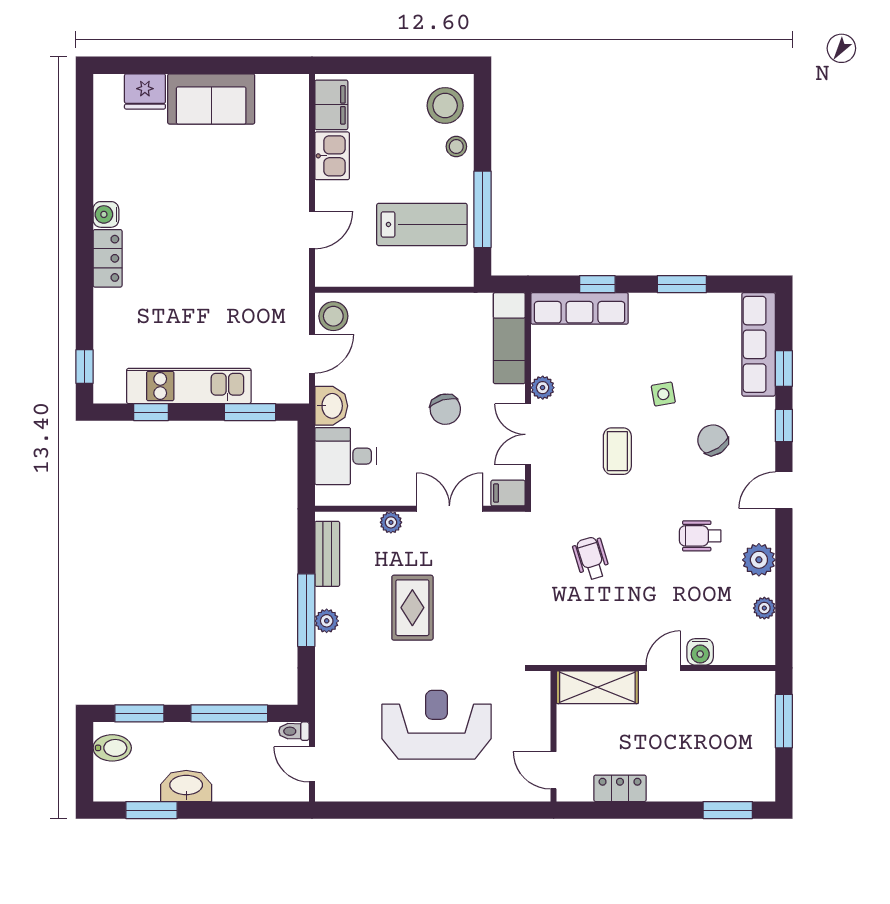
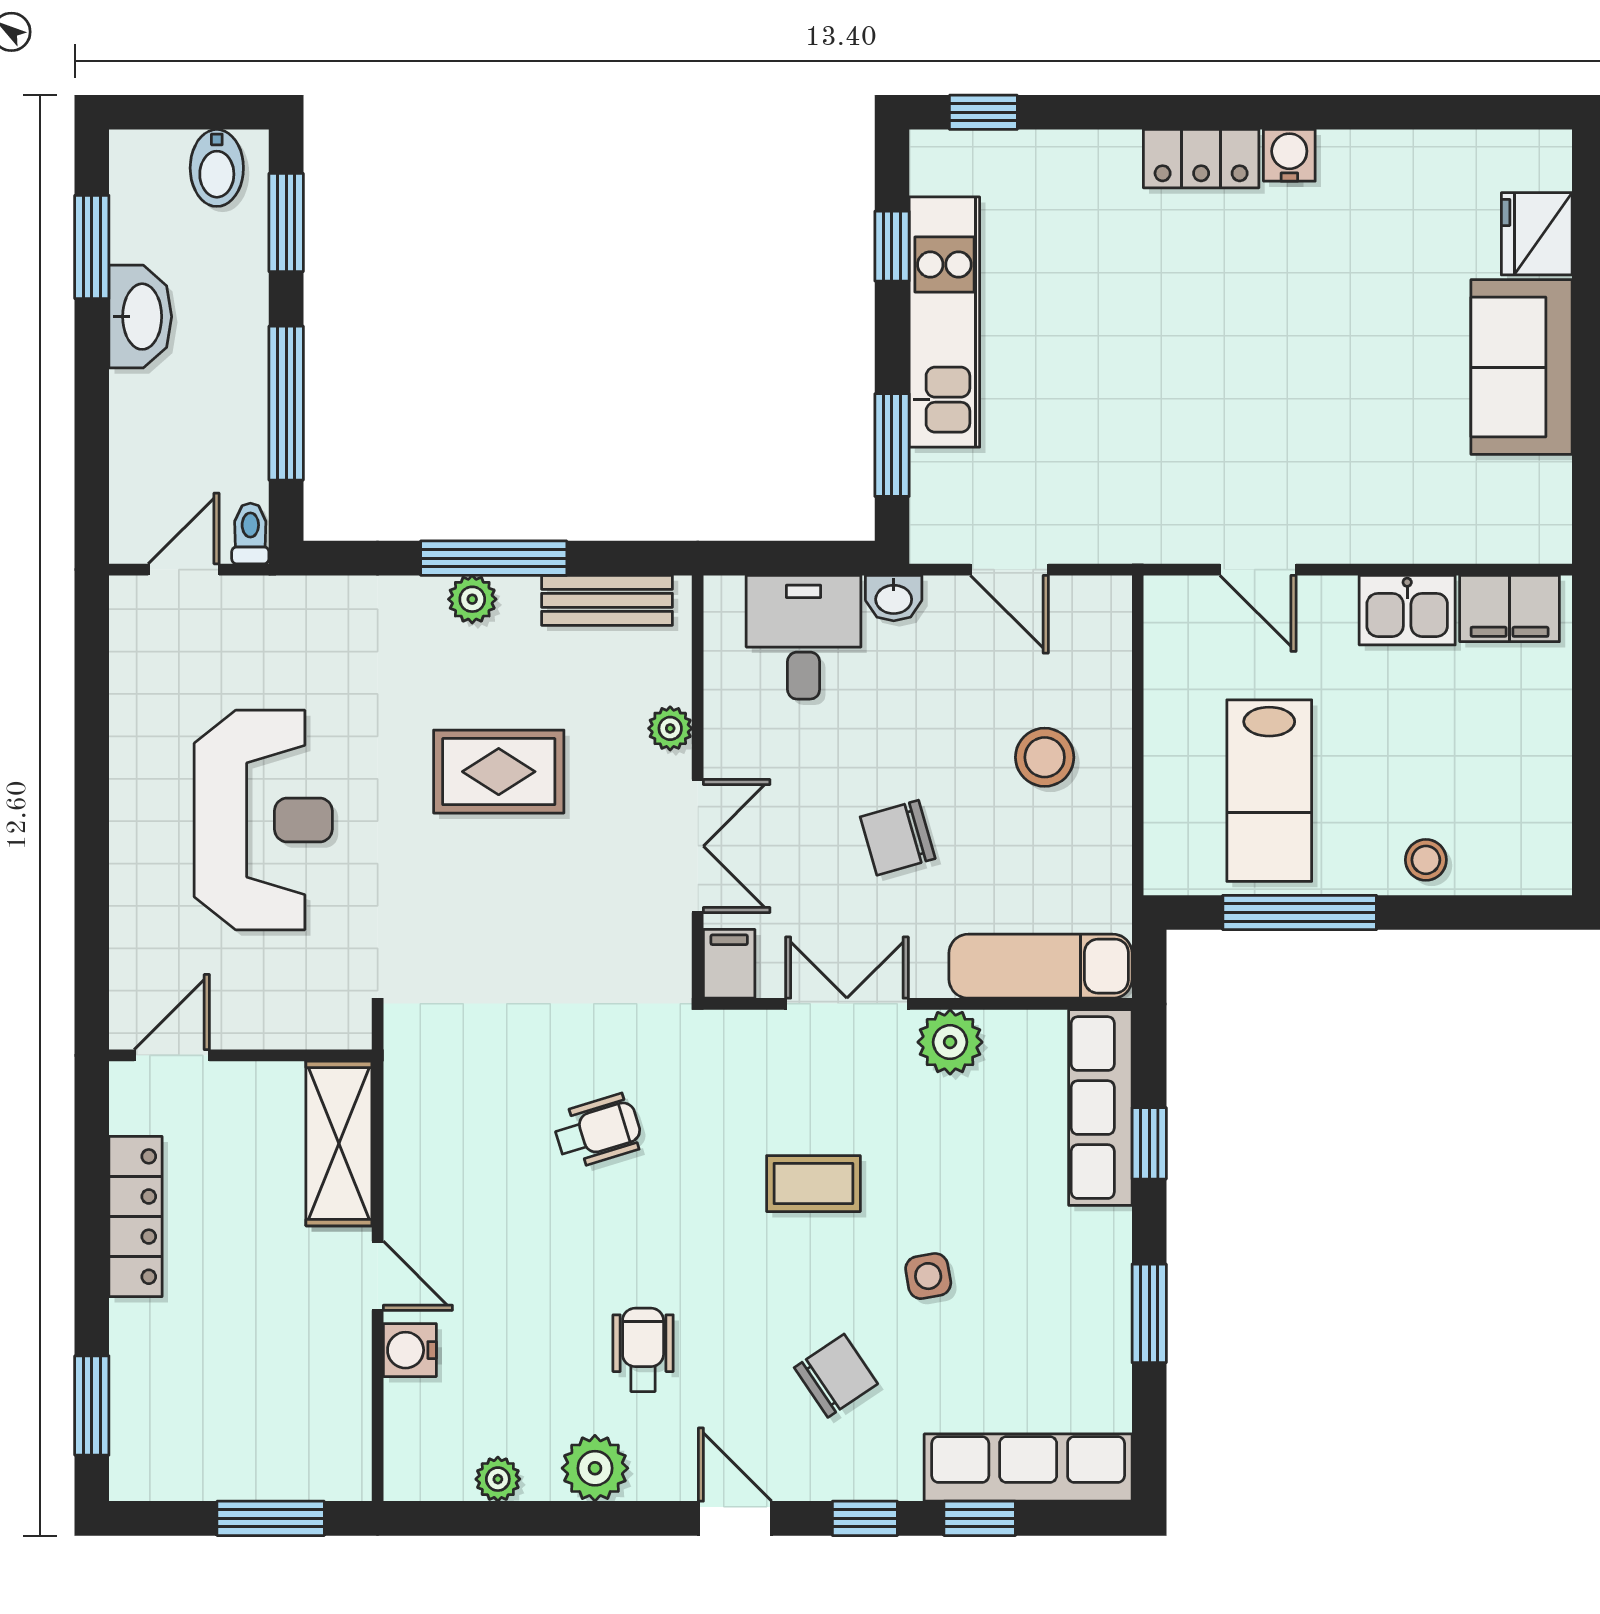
stool: (445, 106) -> (1508, 837), removed
stool: (333, 316) -> (1045, 757), moved
plant: (543, 388) -> (950, 1042), width x1.38, depth x1.38
washbasin: (331, 406) -> (894, 598), width x0.72, depth x0.69
locker: (620, 788) -> (135, 1217), width x1.53

